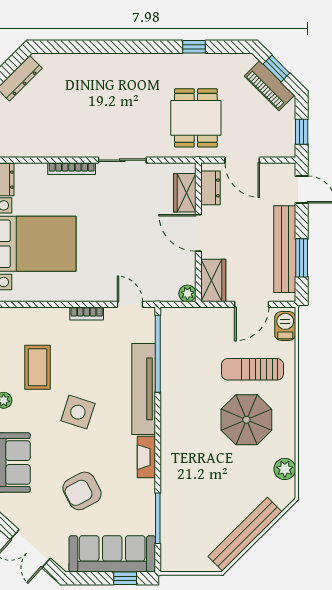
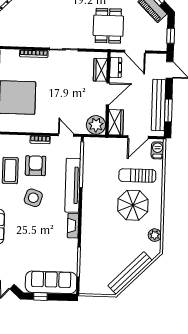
door: (198, 233) -> (108, 94), swing flipped
plant: (187, 293) -> (96, 125), width x1.88, depth x1.88
armchair: (82, 491) -> (36, 166), moved, turned 118
window: (125, 578) -> (40, 296), moved

